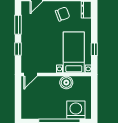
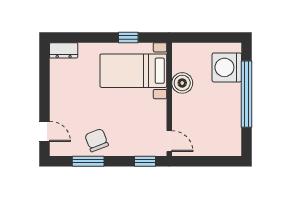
chair: (63, 14) -> (97, 140), moved
window: (18, 49) -> (145, 161), moved

